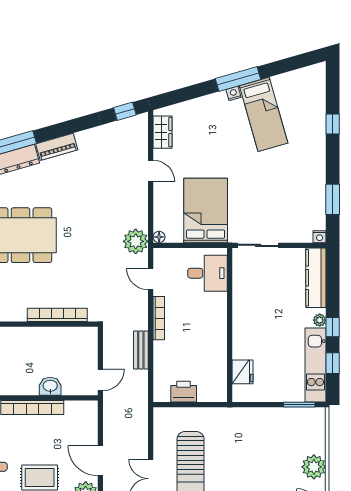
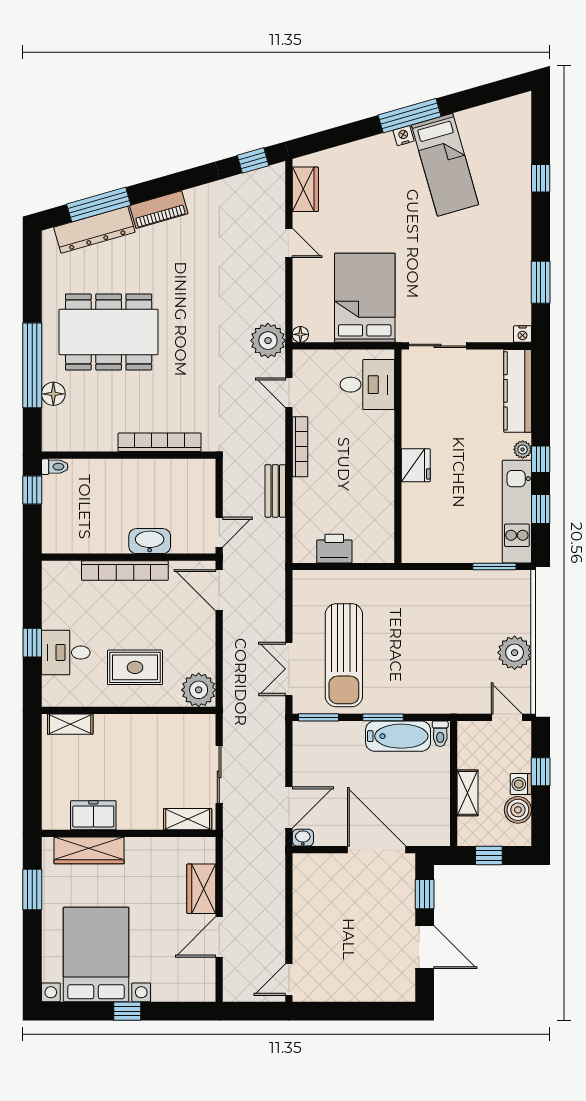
fridge: (242, 372) -> (416, 465), moved
washbasin: (50, 386) -> (150, 541), width x1.38
door: (100, 461) -> (219, 590), moved

